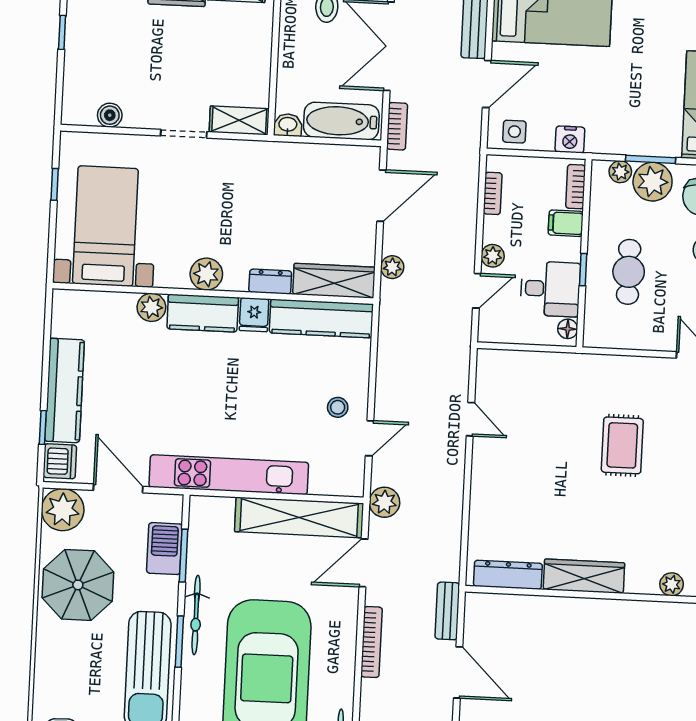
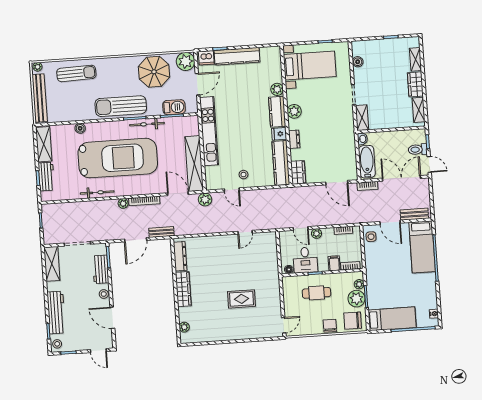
nightstand: (570, 140) -> (370, 261), removed
plant: (392, 267) -> (123, 203), moved
wardrobe: (334, 281) -> (298, 172), width x0.67

